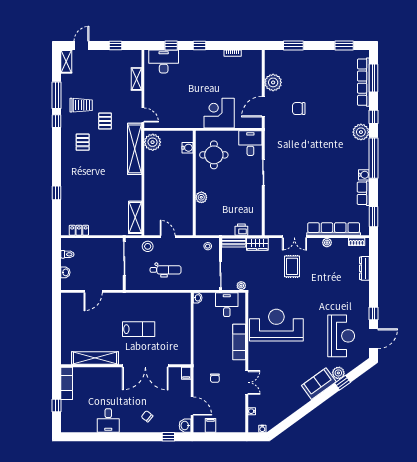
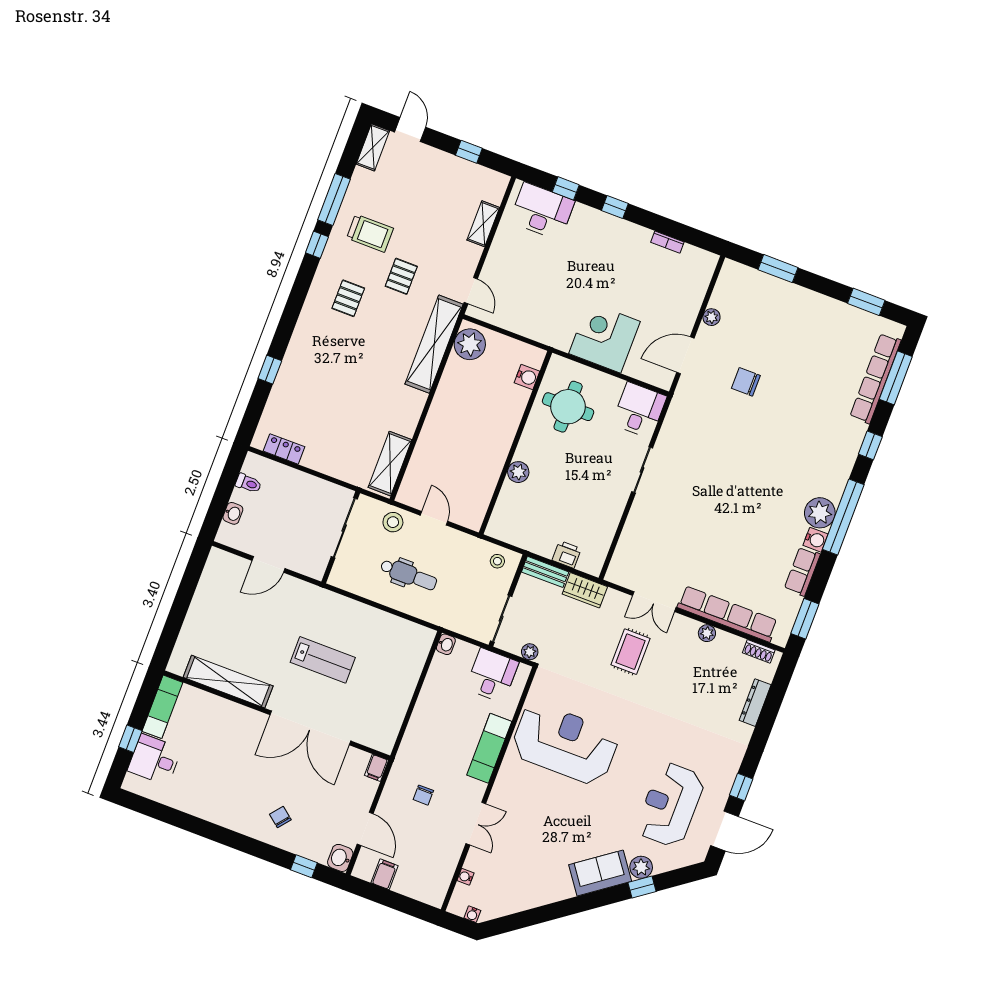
door: (82, 45) -> (410, 130), hinge flipped
plant: (273, 82) -> (711, 317), width x0.53, depth x0.53
plant: (361, 132) -> (820, 513), moved
reception desk: (341, 336) -> (670, 805), turned 180
desk: (108, 420) -> (155, 760), moved, turned 90

